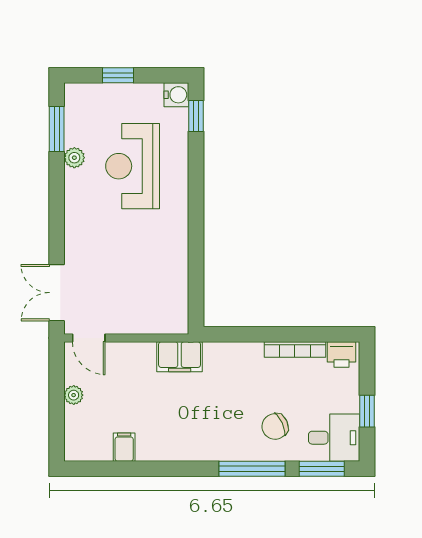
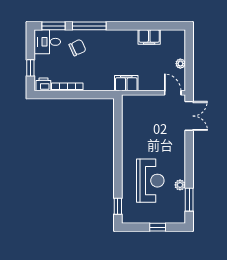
water cooler: (176, 95) -> (128, 217), removed
window: (367, 411) -> (30, 68), moved
filing cabinet: (124, 447) -> (149, 37), width x2.00

